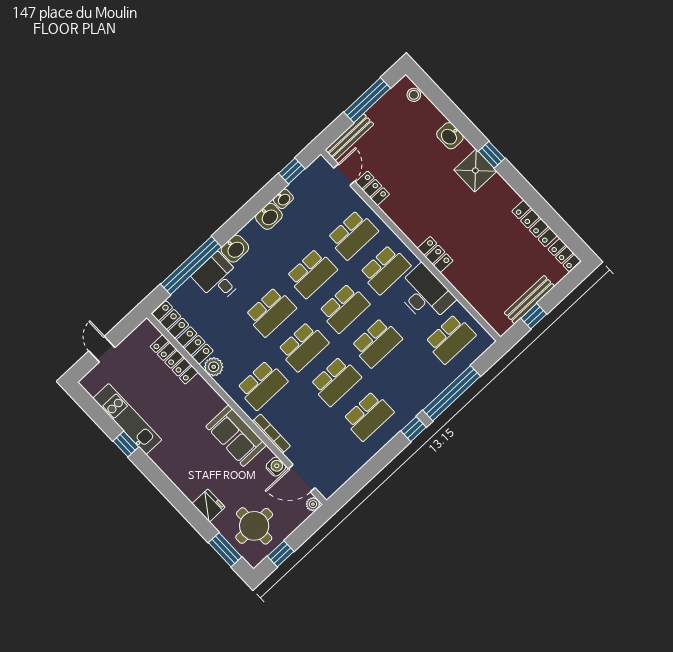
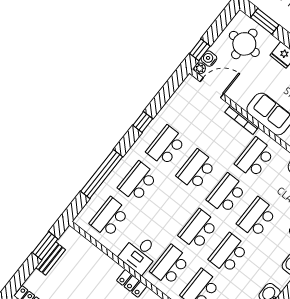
desk: (425, 294) -> (140, 254), width x0.73
bench: (529, 300) -> (51, 259), width x0.73
window: (534, 316) -> (45, 246), width x1.50
school desk: (377, 343) -> (138, 182), moved
window: (414, 429) -> (143, 122), moved
water cooler: (276, 467) -> (209, 59), moved, turned 90
window: (281, 554) -> (200, 50), moved

